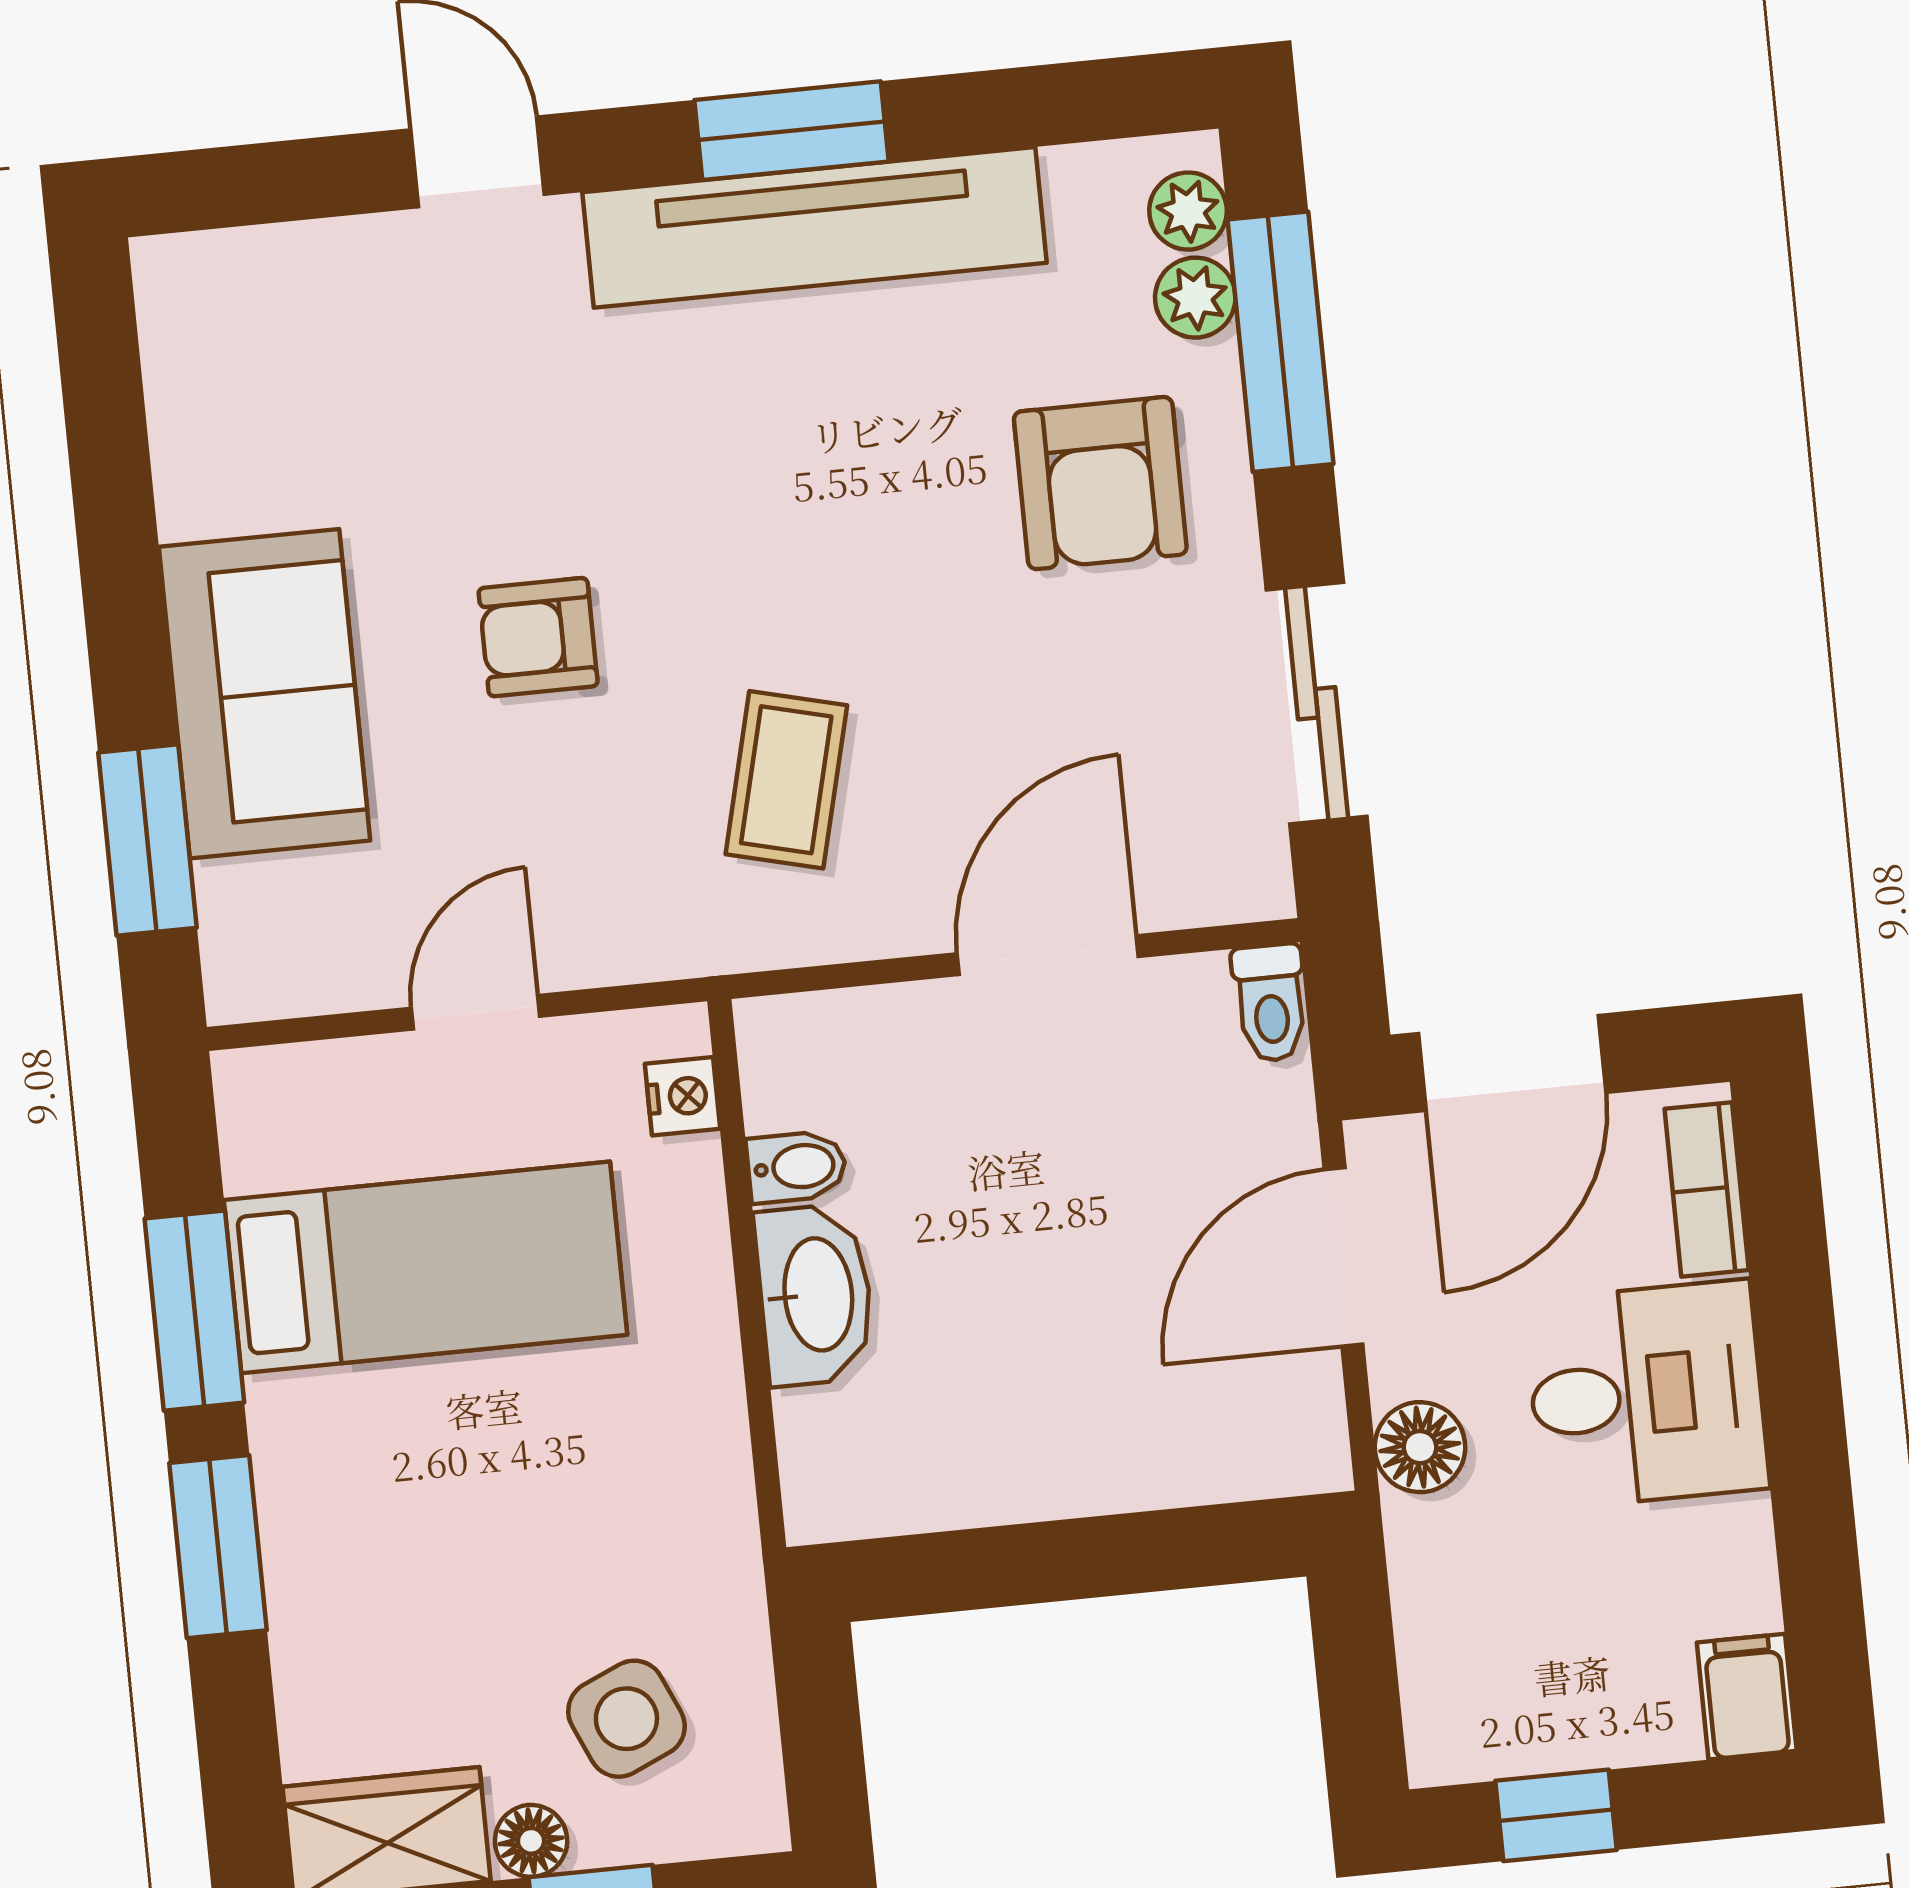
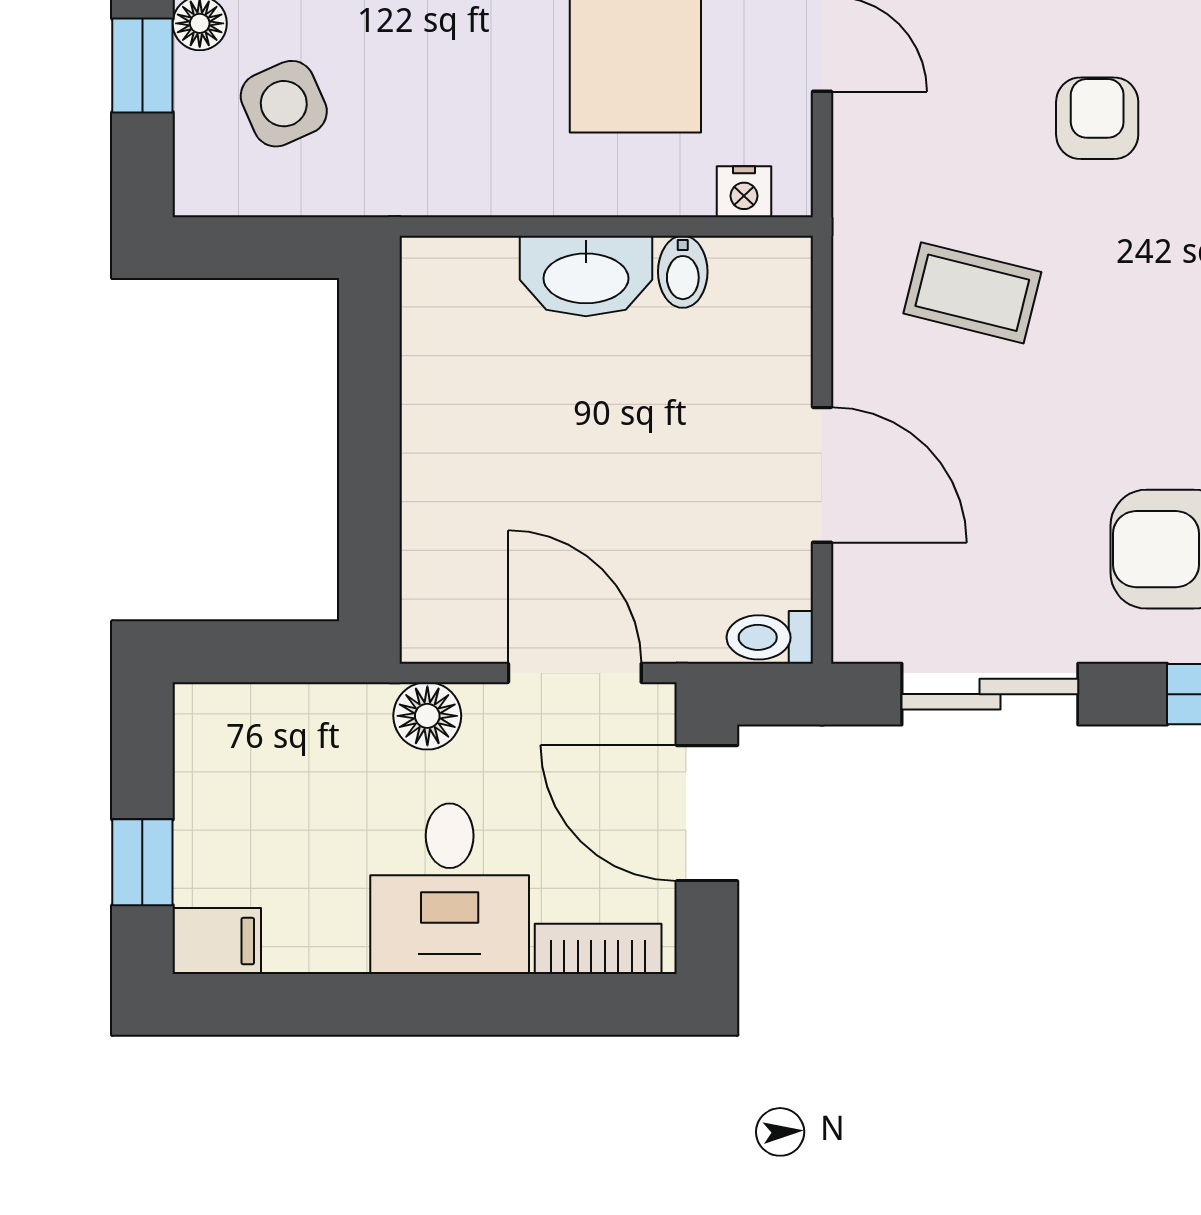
window: (1556, 1815) -> (142, 862), moved

